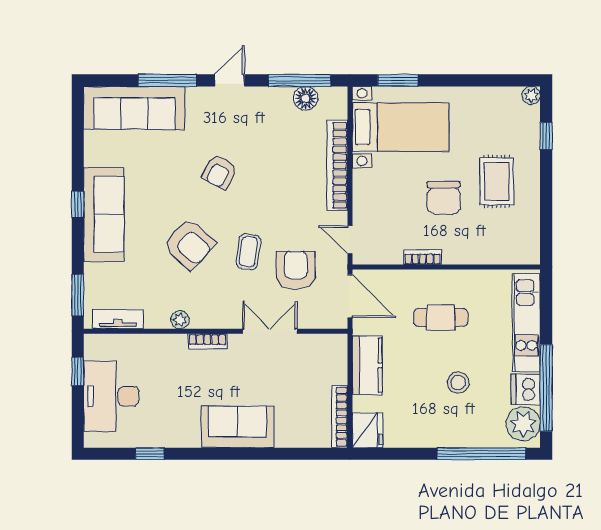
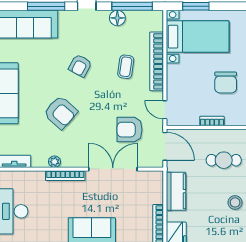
floor lamp: (306, 98) -> (117, 18), moved
coffee table: (248, 252) -> (126, 67), moved
armchair: (296, 270) -> (130, 130), turned -90
double door: (270, 331) -> (113, 169), width x1.37
bookcase: (207, 341) -> (65, 176), width x1.56

